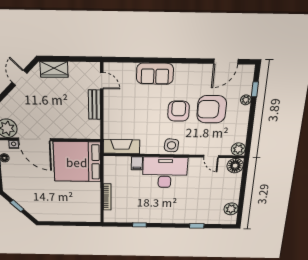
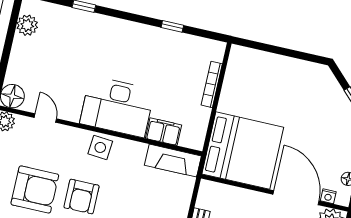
filing cabinet: (137, 163) -> (164, 132), width x2.00

